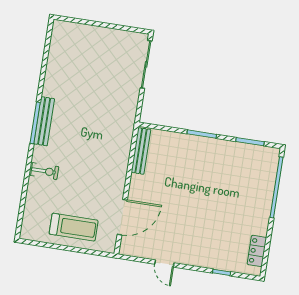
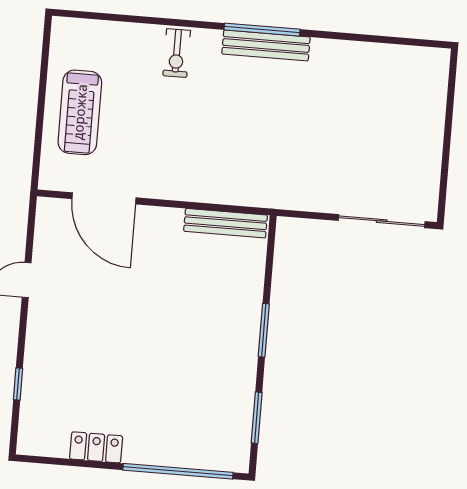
locker: (257, 251) -> (96, 447), moved

